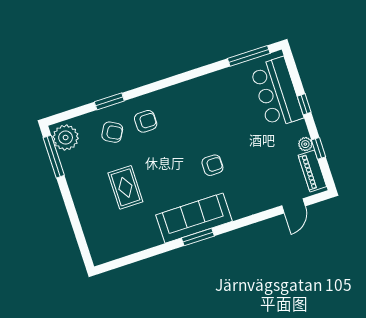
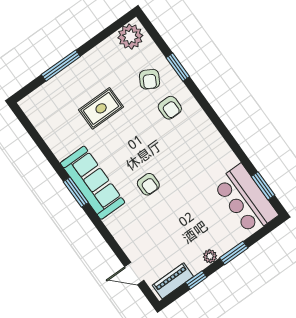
window: (249, 56) -> (263, 186), width x0.69
bar counter: (277, 93) -> (245, 199), moved, turned -90
window: (304, 104) -> (234, 253), width x1.50
plant: (305, 144) -> (210, 256), moved
window: (54, 157) -> (61, 66), moved

